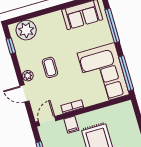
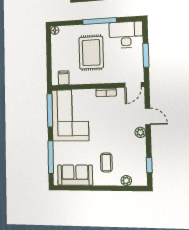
plant: (26, 30) -> (126, 181), width x0.53, depth x0.53
coffee table: (50, 67) -> (106, 162), moved
filing cabinet: (71, 125) -> (64, 78), moved

